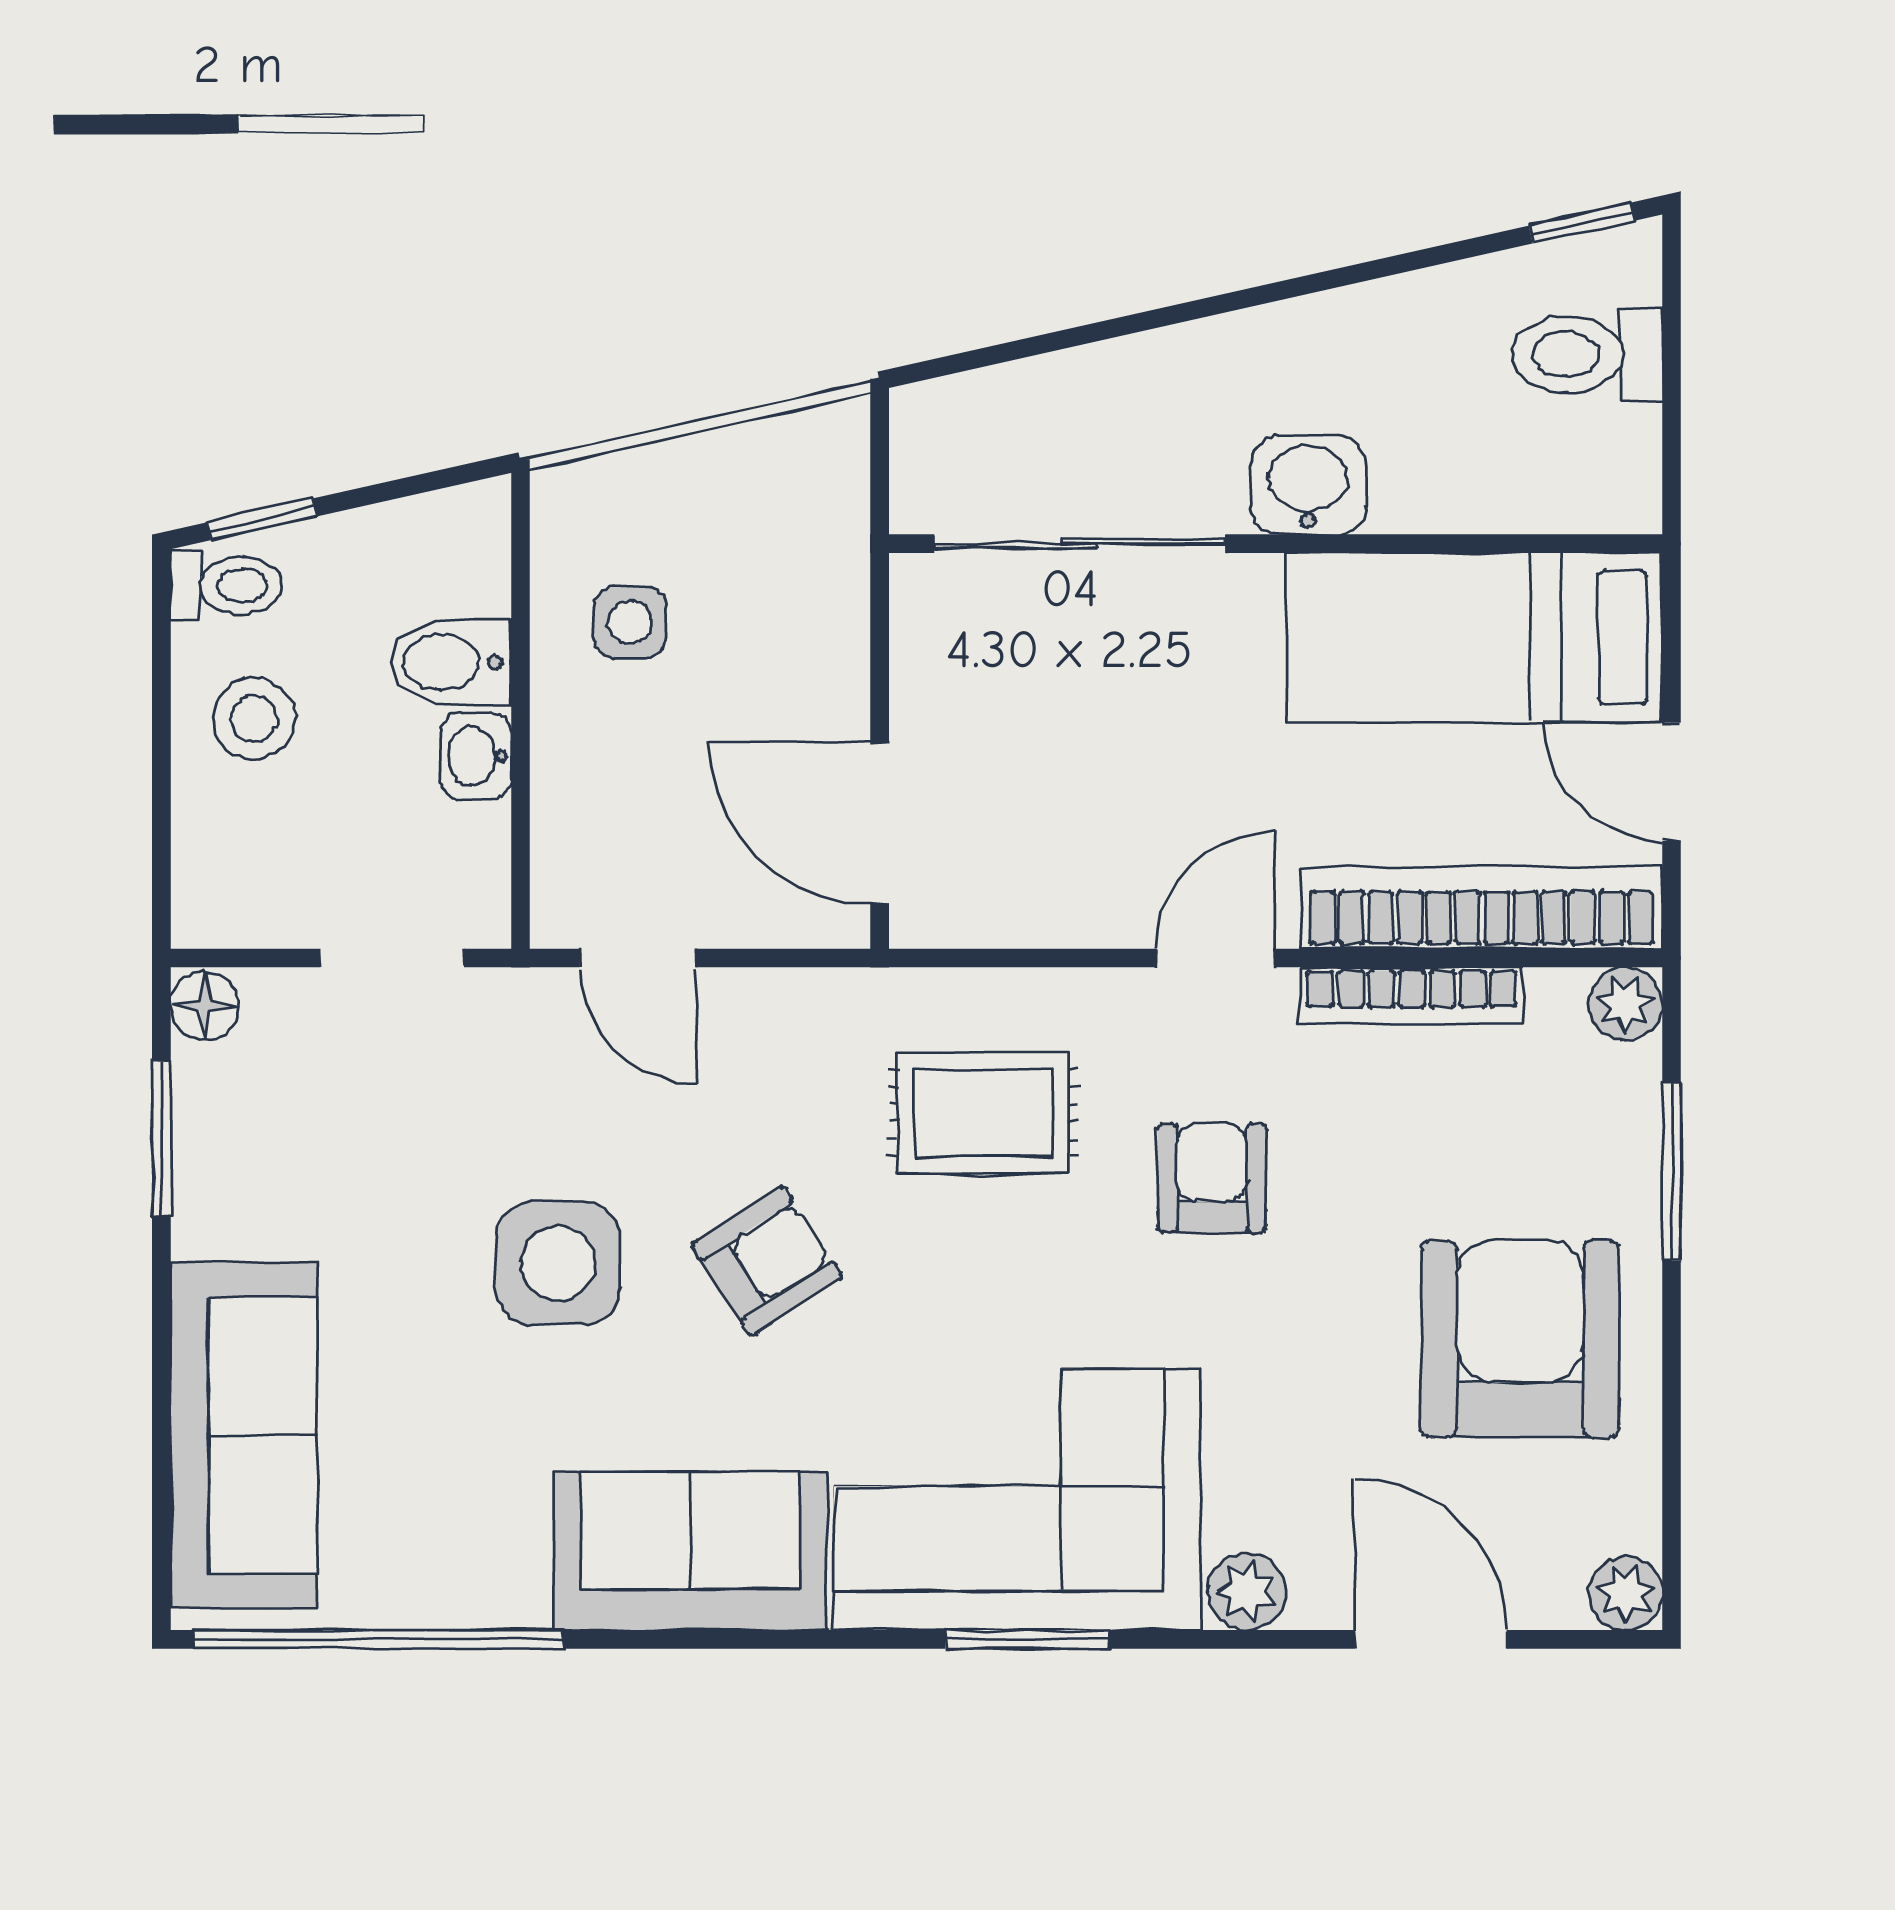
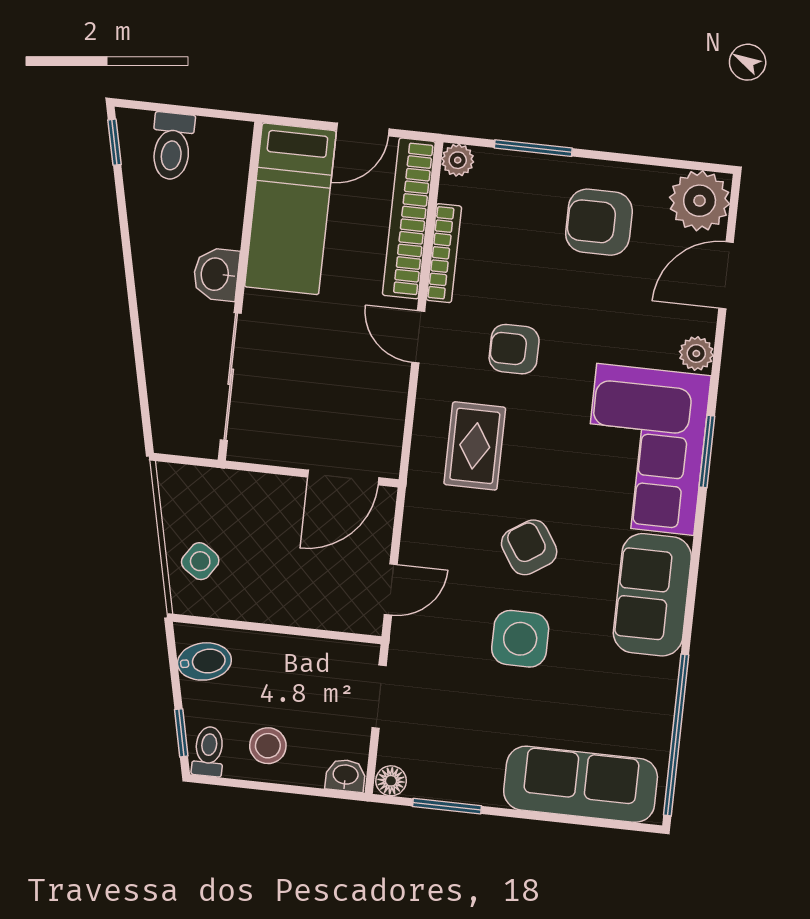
side table: (630, 622) -> (200, 561), moved, turned 34
bidet: (450, 662) -> (204, 661), moved, turned -103
washbasin: (476, 756) -> (345, 775), moved, turned 180
armchair: (1520, 1339) -> (599, 222), width x0.73, depth x0.73
plant: (1625, 1593) -> (700, 201), width x1.87, depth x1.87

